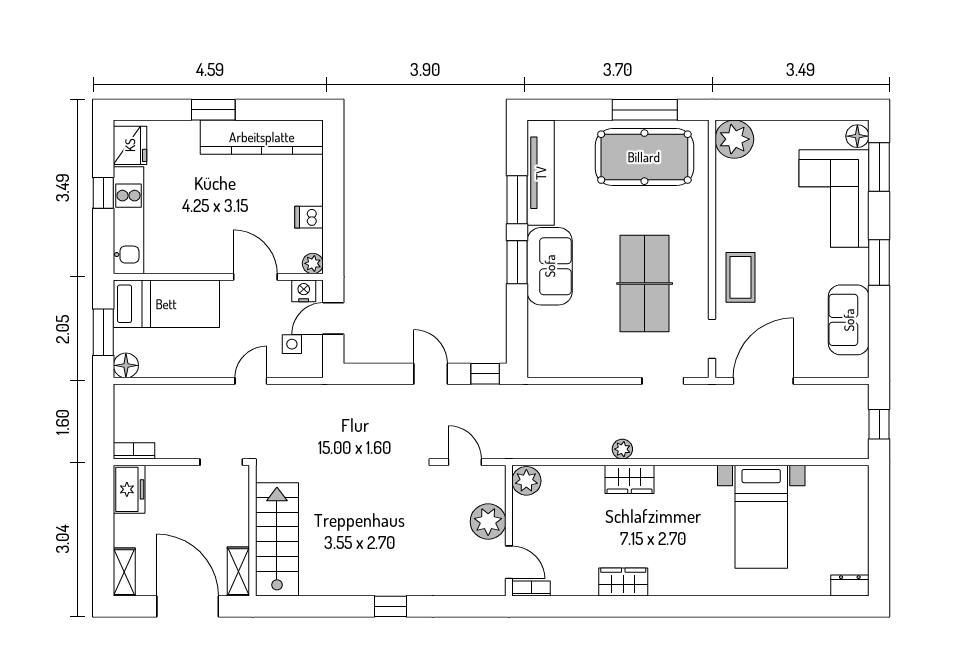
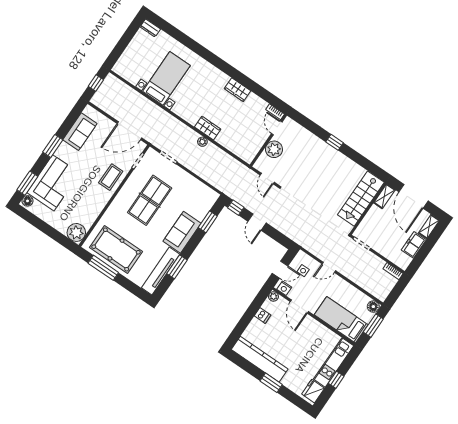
window: (517, 262) -> (208, 222), moved
plant: (526, 481) -> (248, 155), removed
freezer: (129, 489) -> (414, 245), moved

